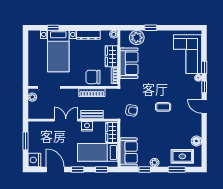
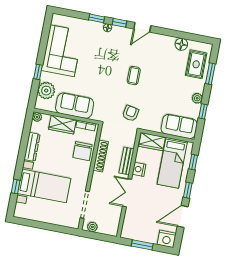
corner sofa: (188, 54) -> (62, 51), moved, turned -90

